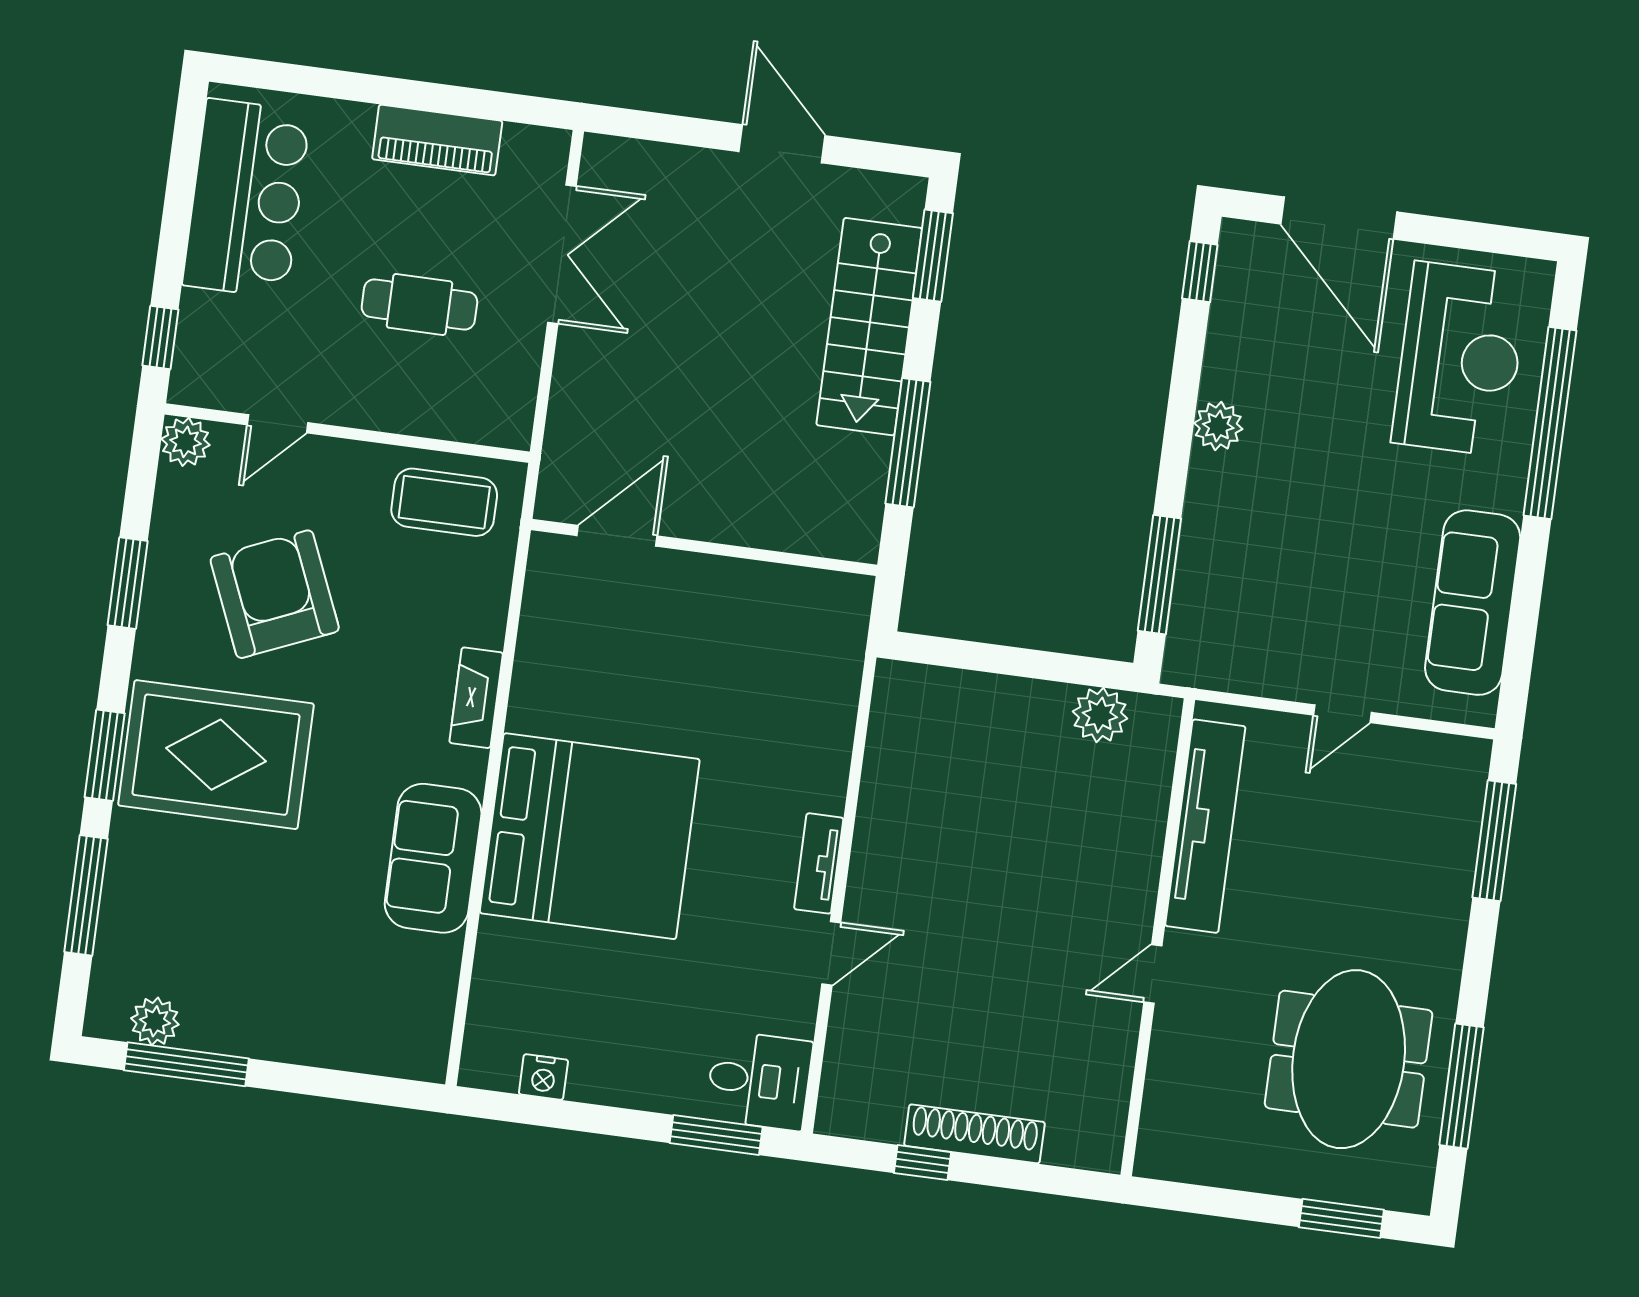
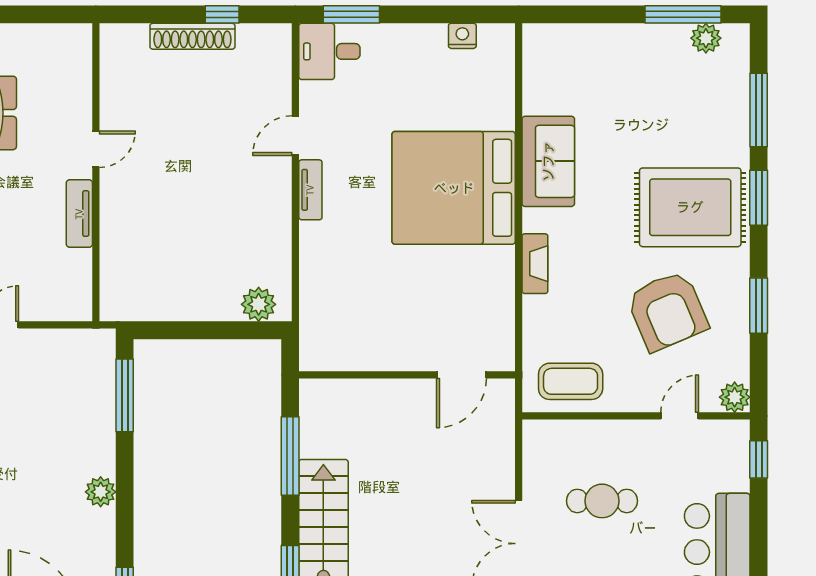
plant: (1100, 715) -> (259, 304), moved
tv unit: (1205, 826) -> (79, 214), width x0.52, depth x0.78

